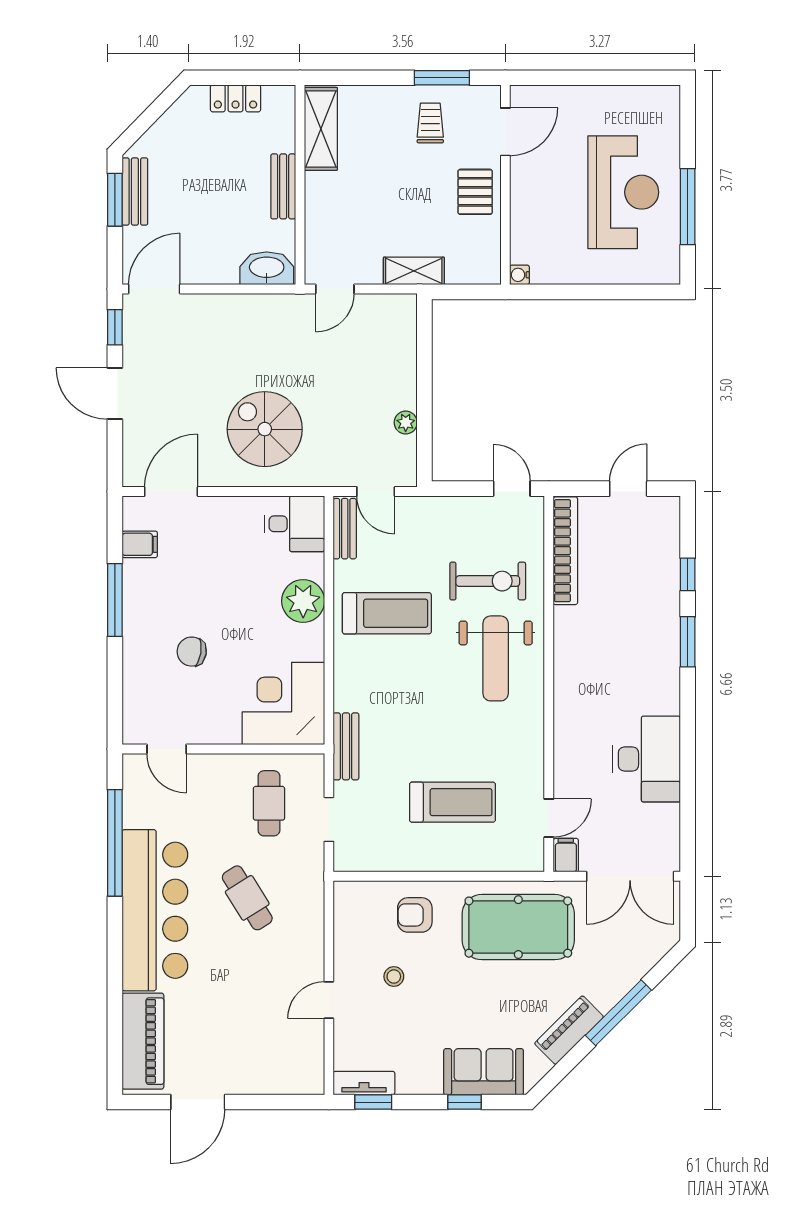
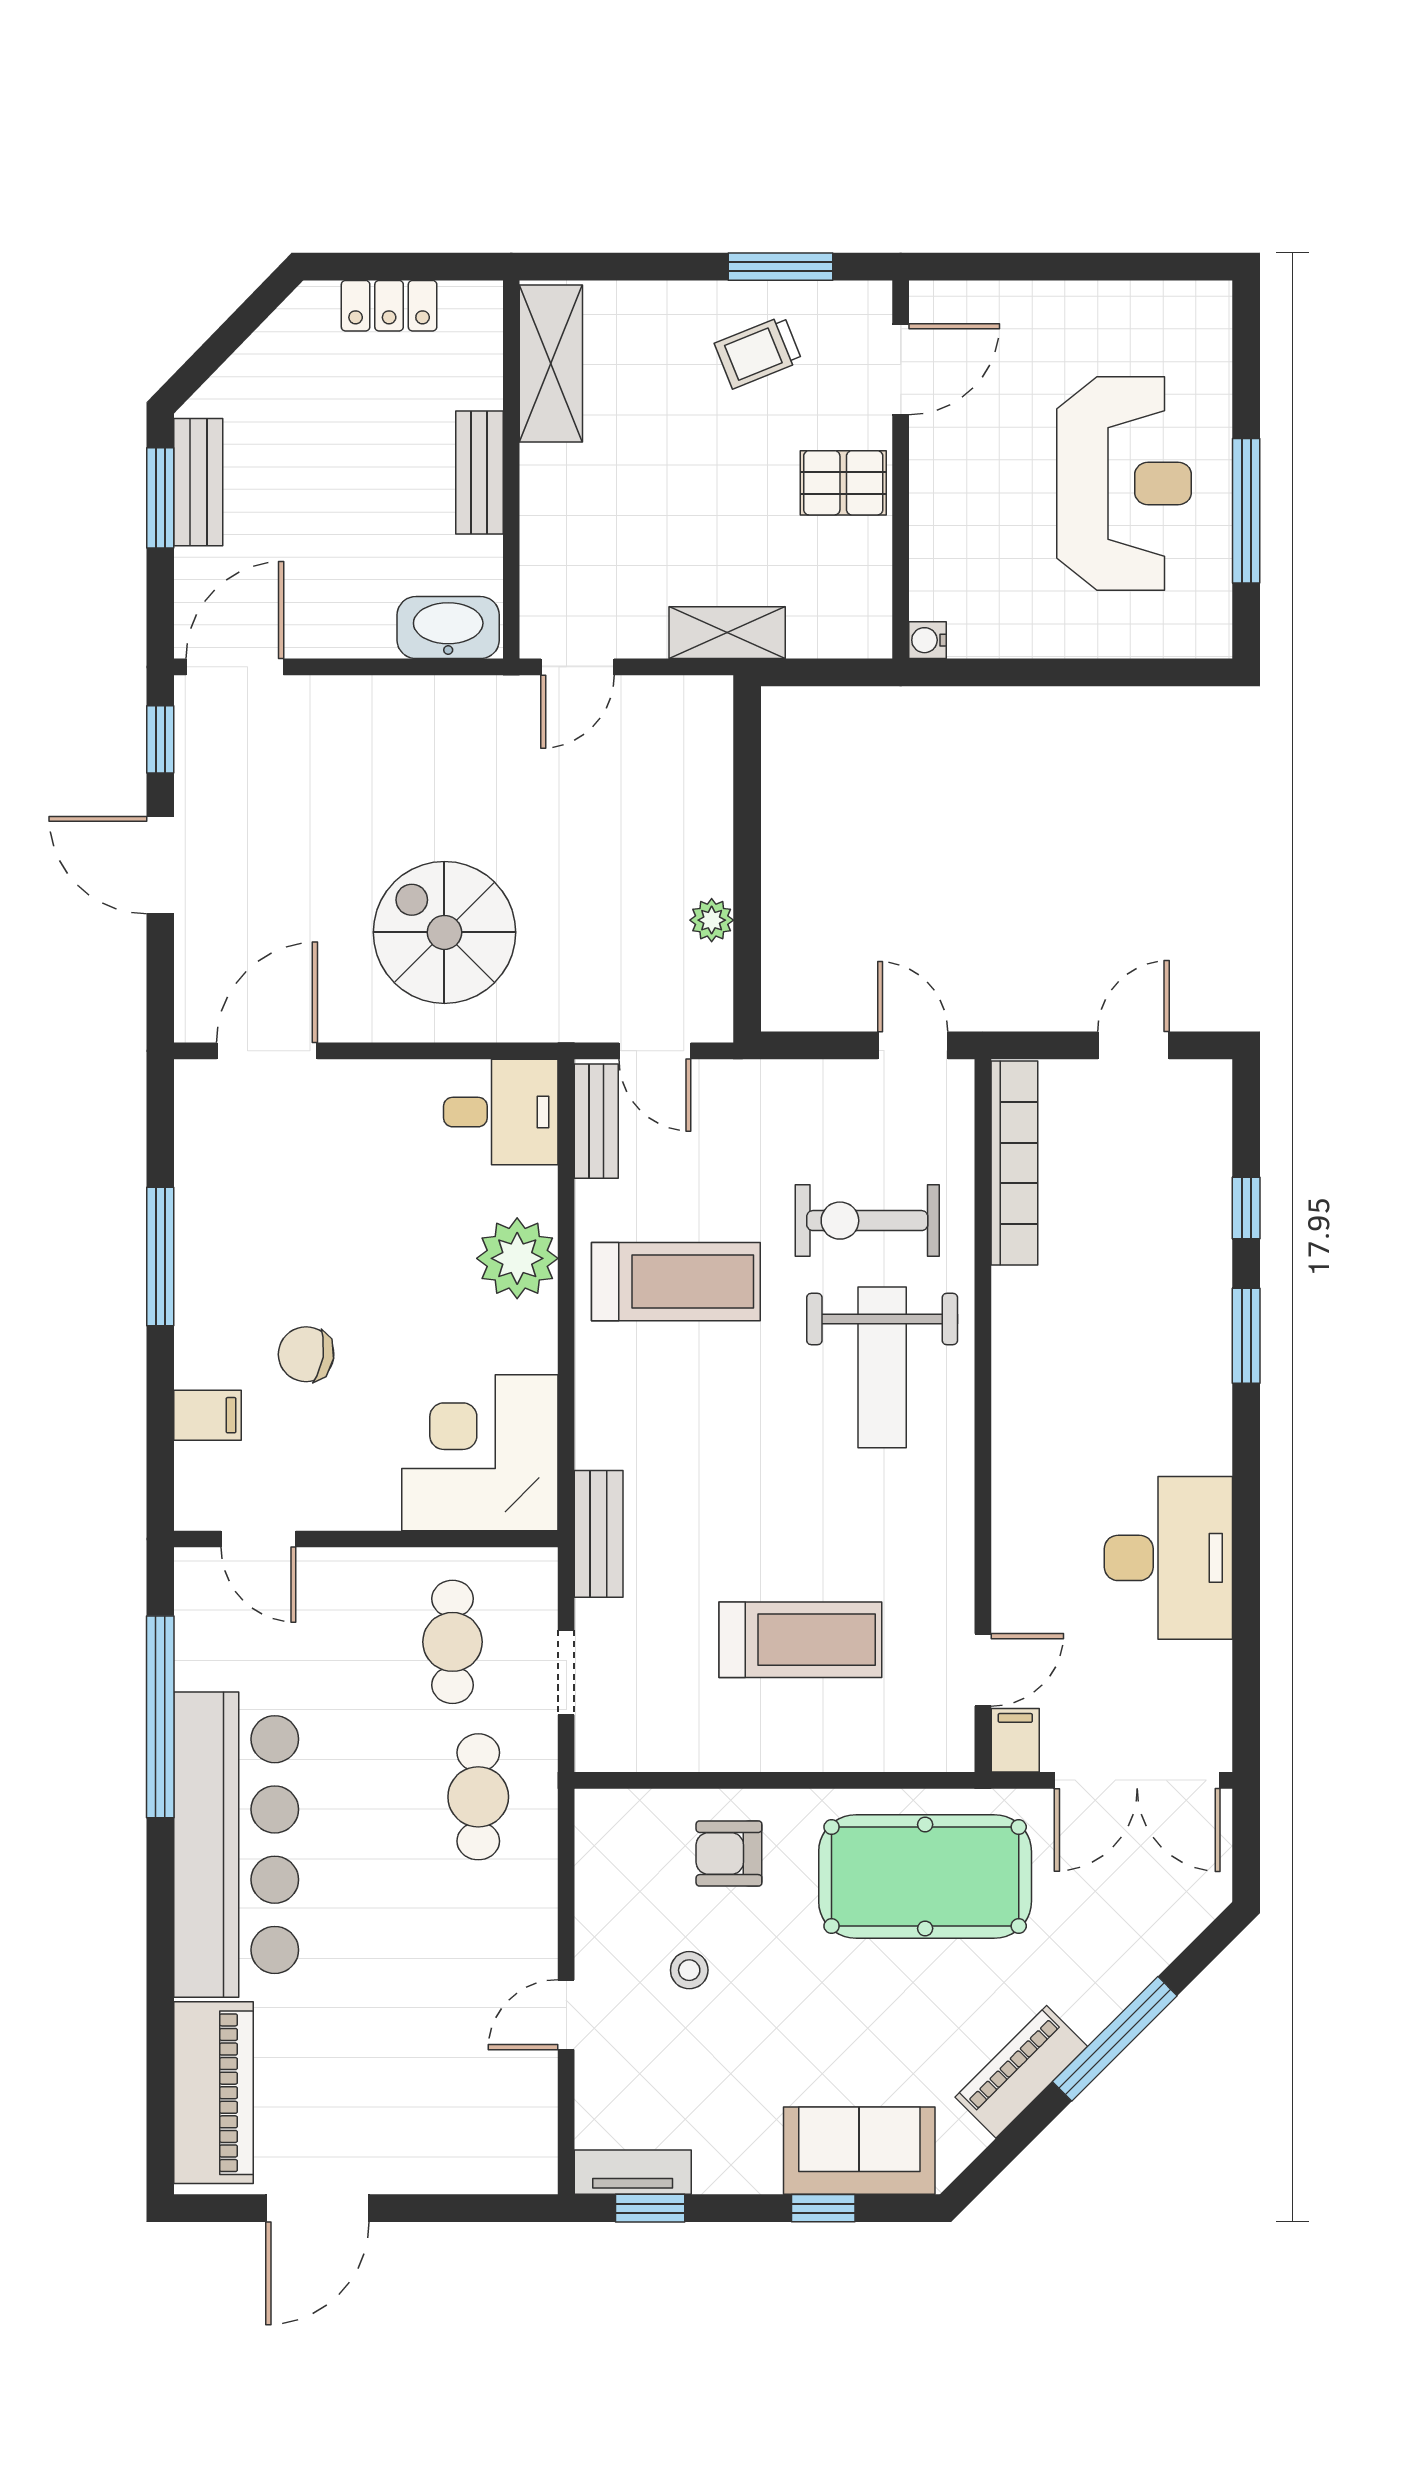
trolley: (430, 123) -> (758, 352), turned -112
pallet: (475, 192) -> (843, 483), turned 90
filing cabinet: (140, 544) -> (208, 1415), moved
exercise bike: (488, 581) -> (867, 1221), turned 180
cafe table: (247, 898) -> (478, 1797), moved, turned 32

